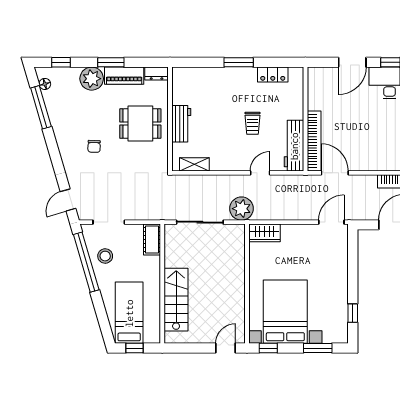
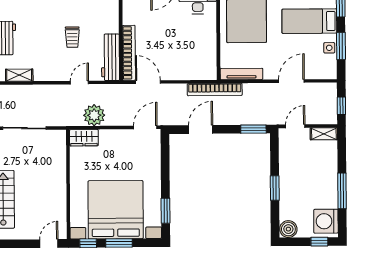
plant: (241, 209) -> (94, 115), moved
bed with nightstands: (285, 312) -> (116, 210), width x1.36
window: (353, 313) -> (166, 211), width x1.50
window: (318, 348) -> (119, 243), moved

